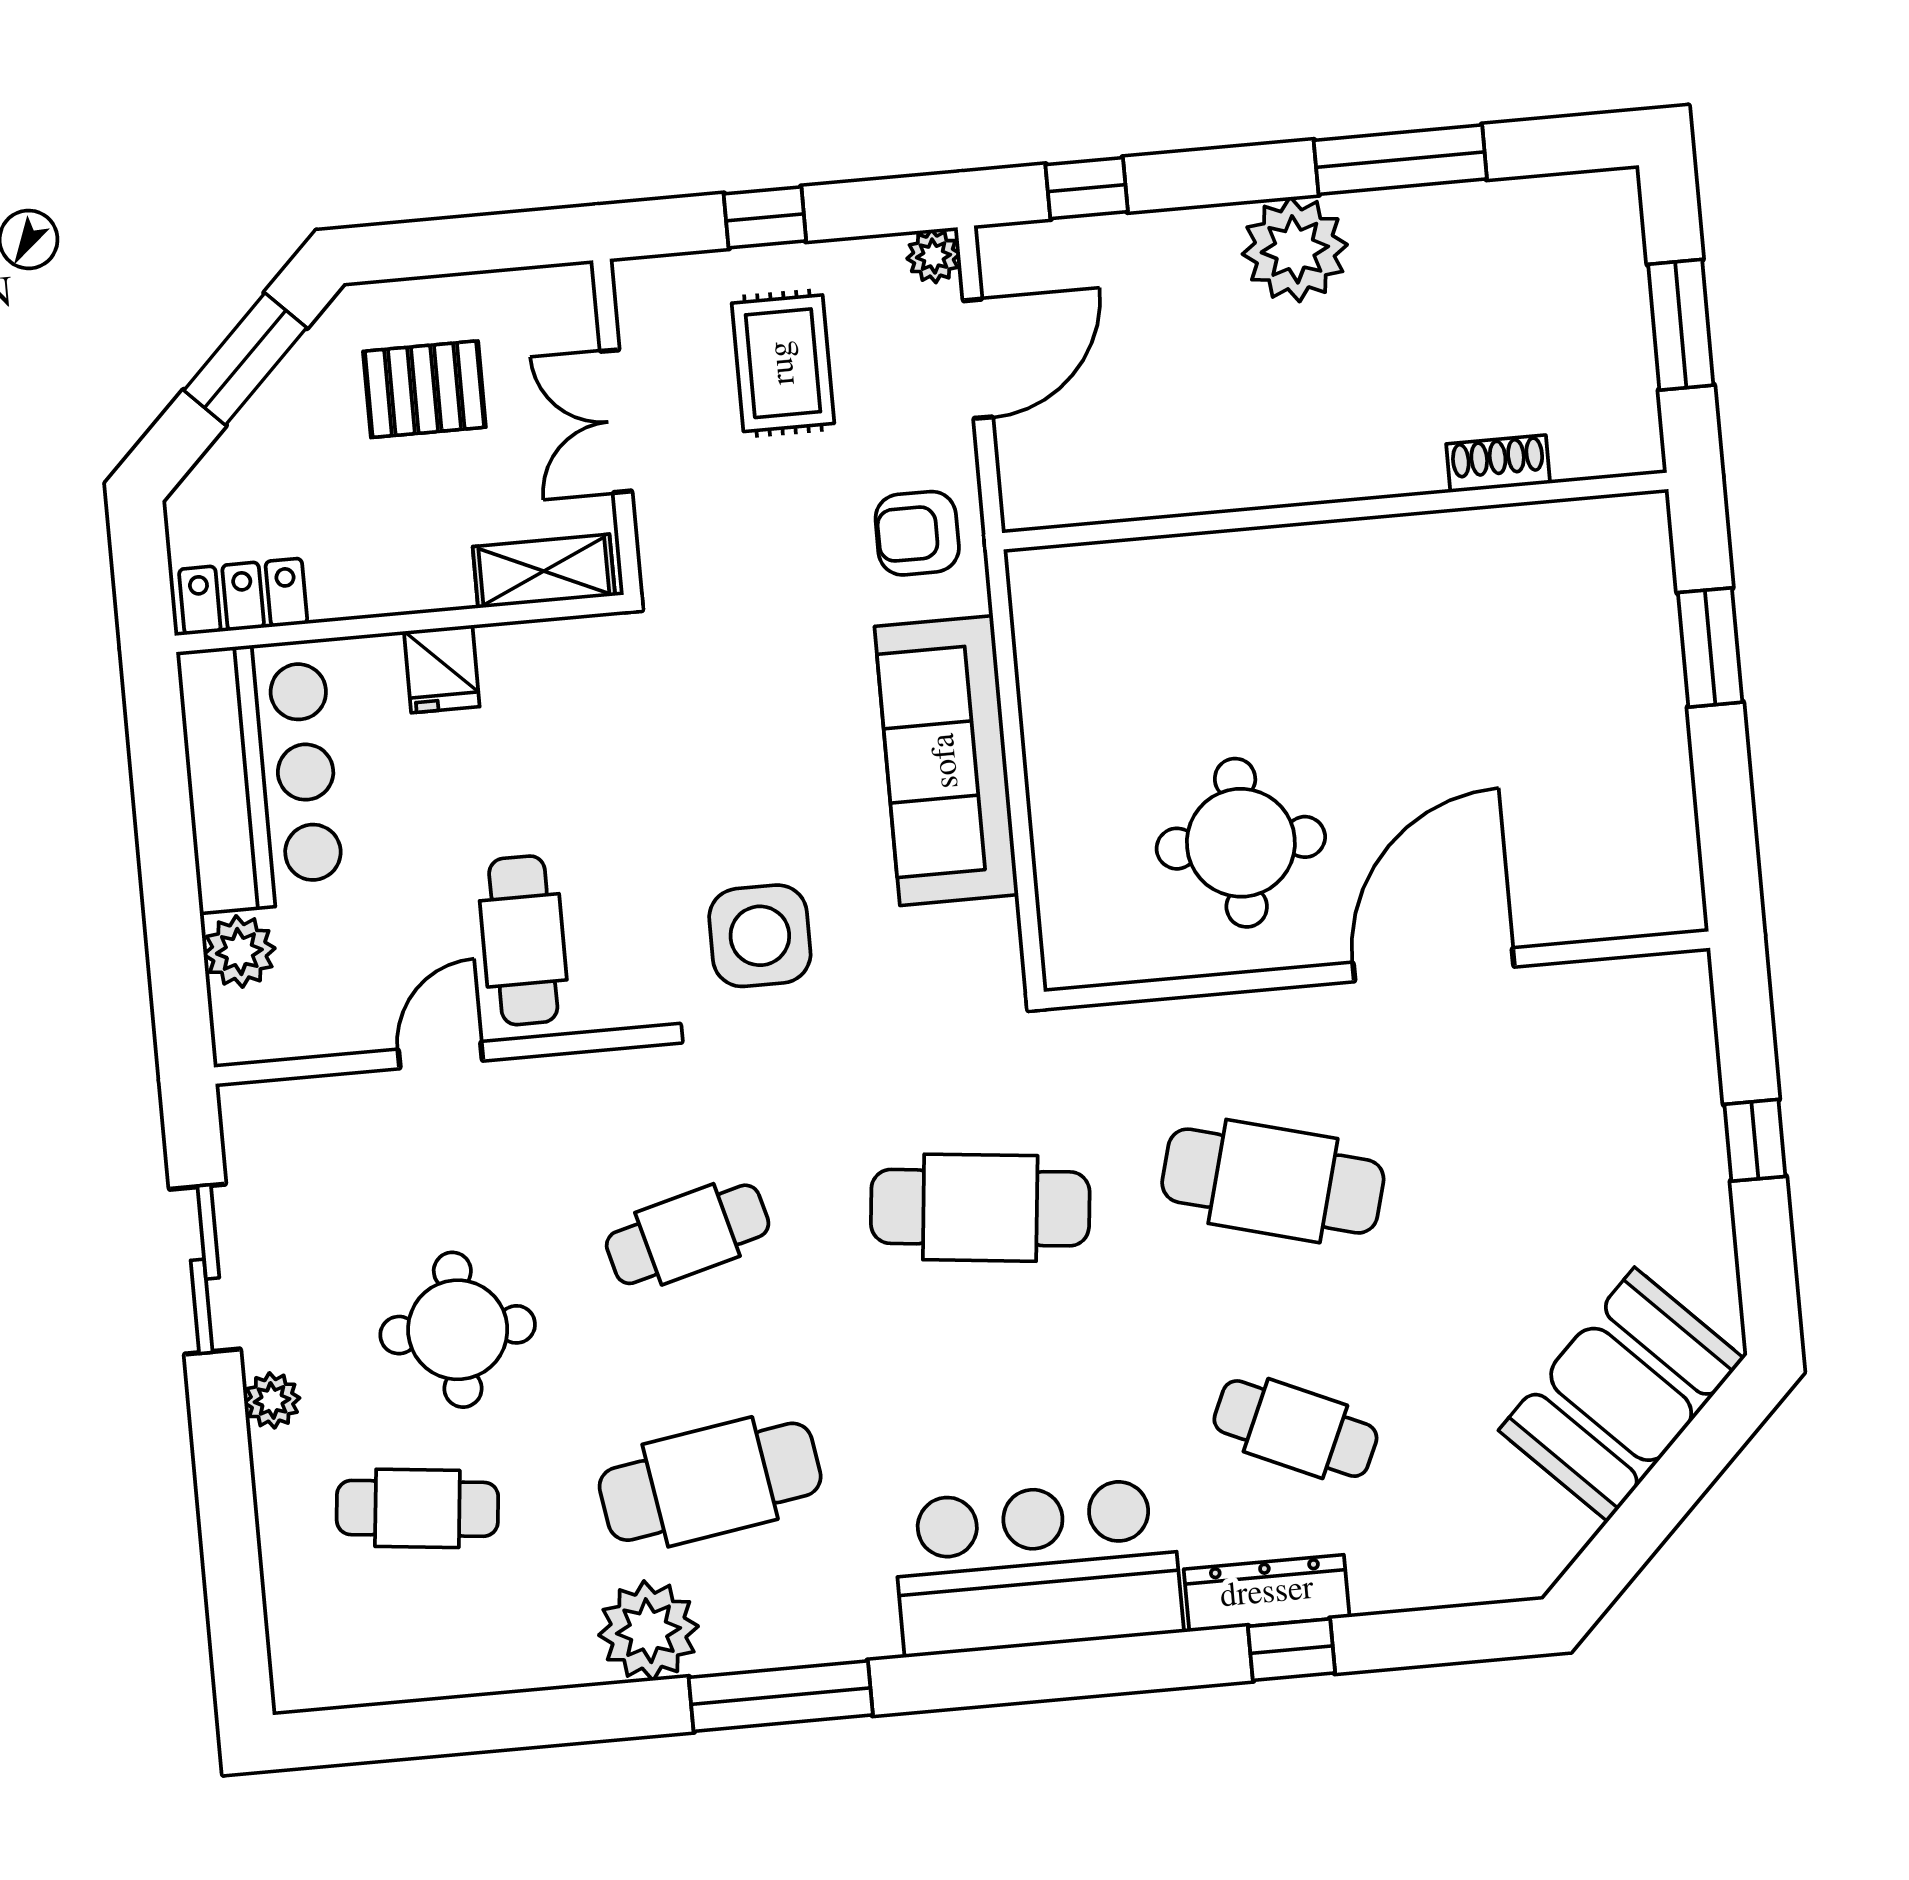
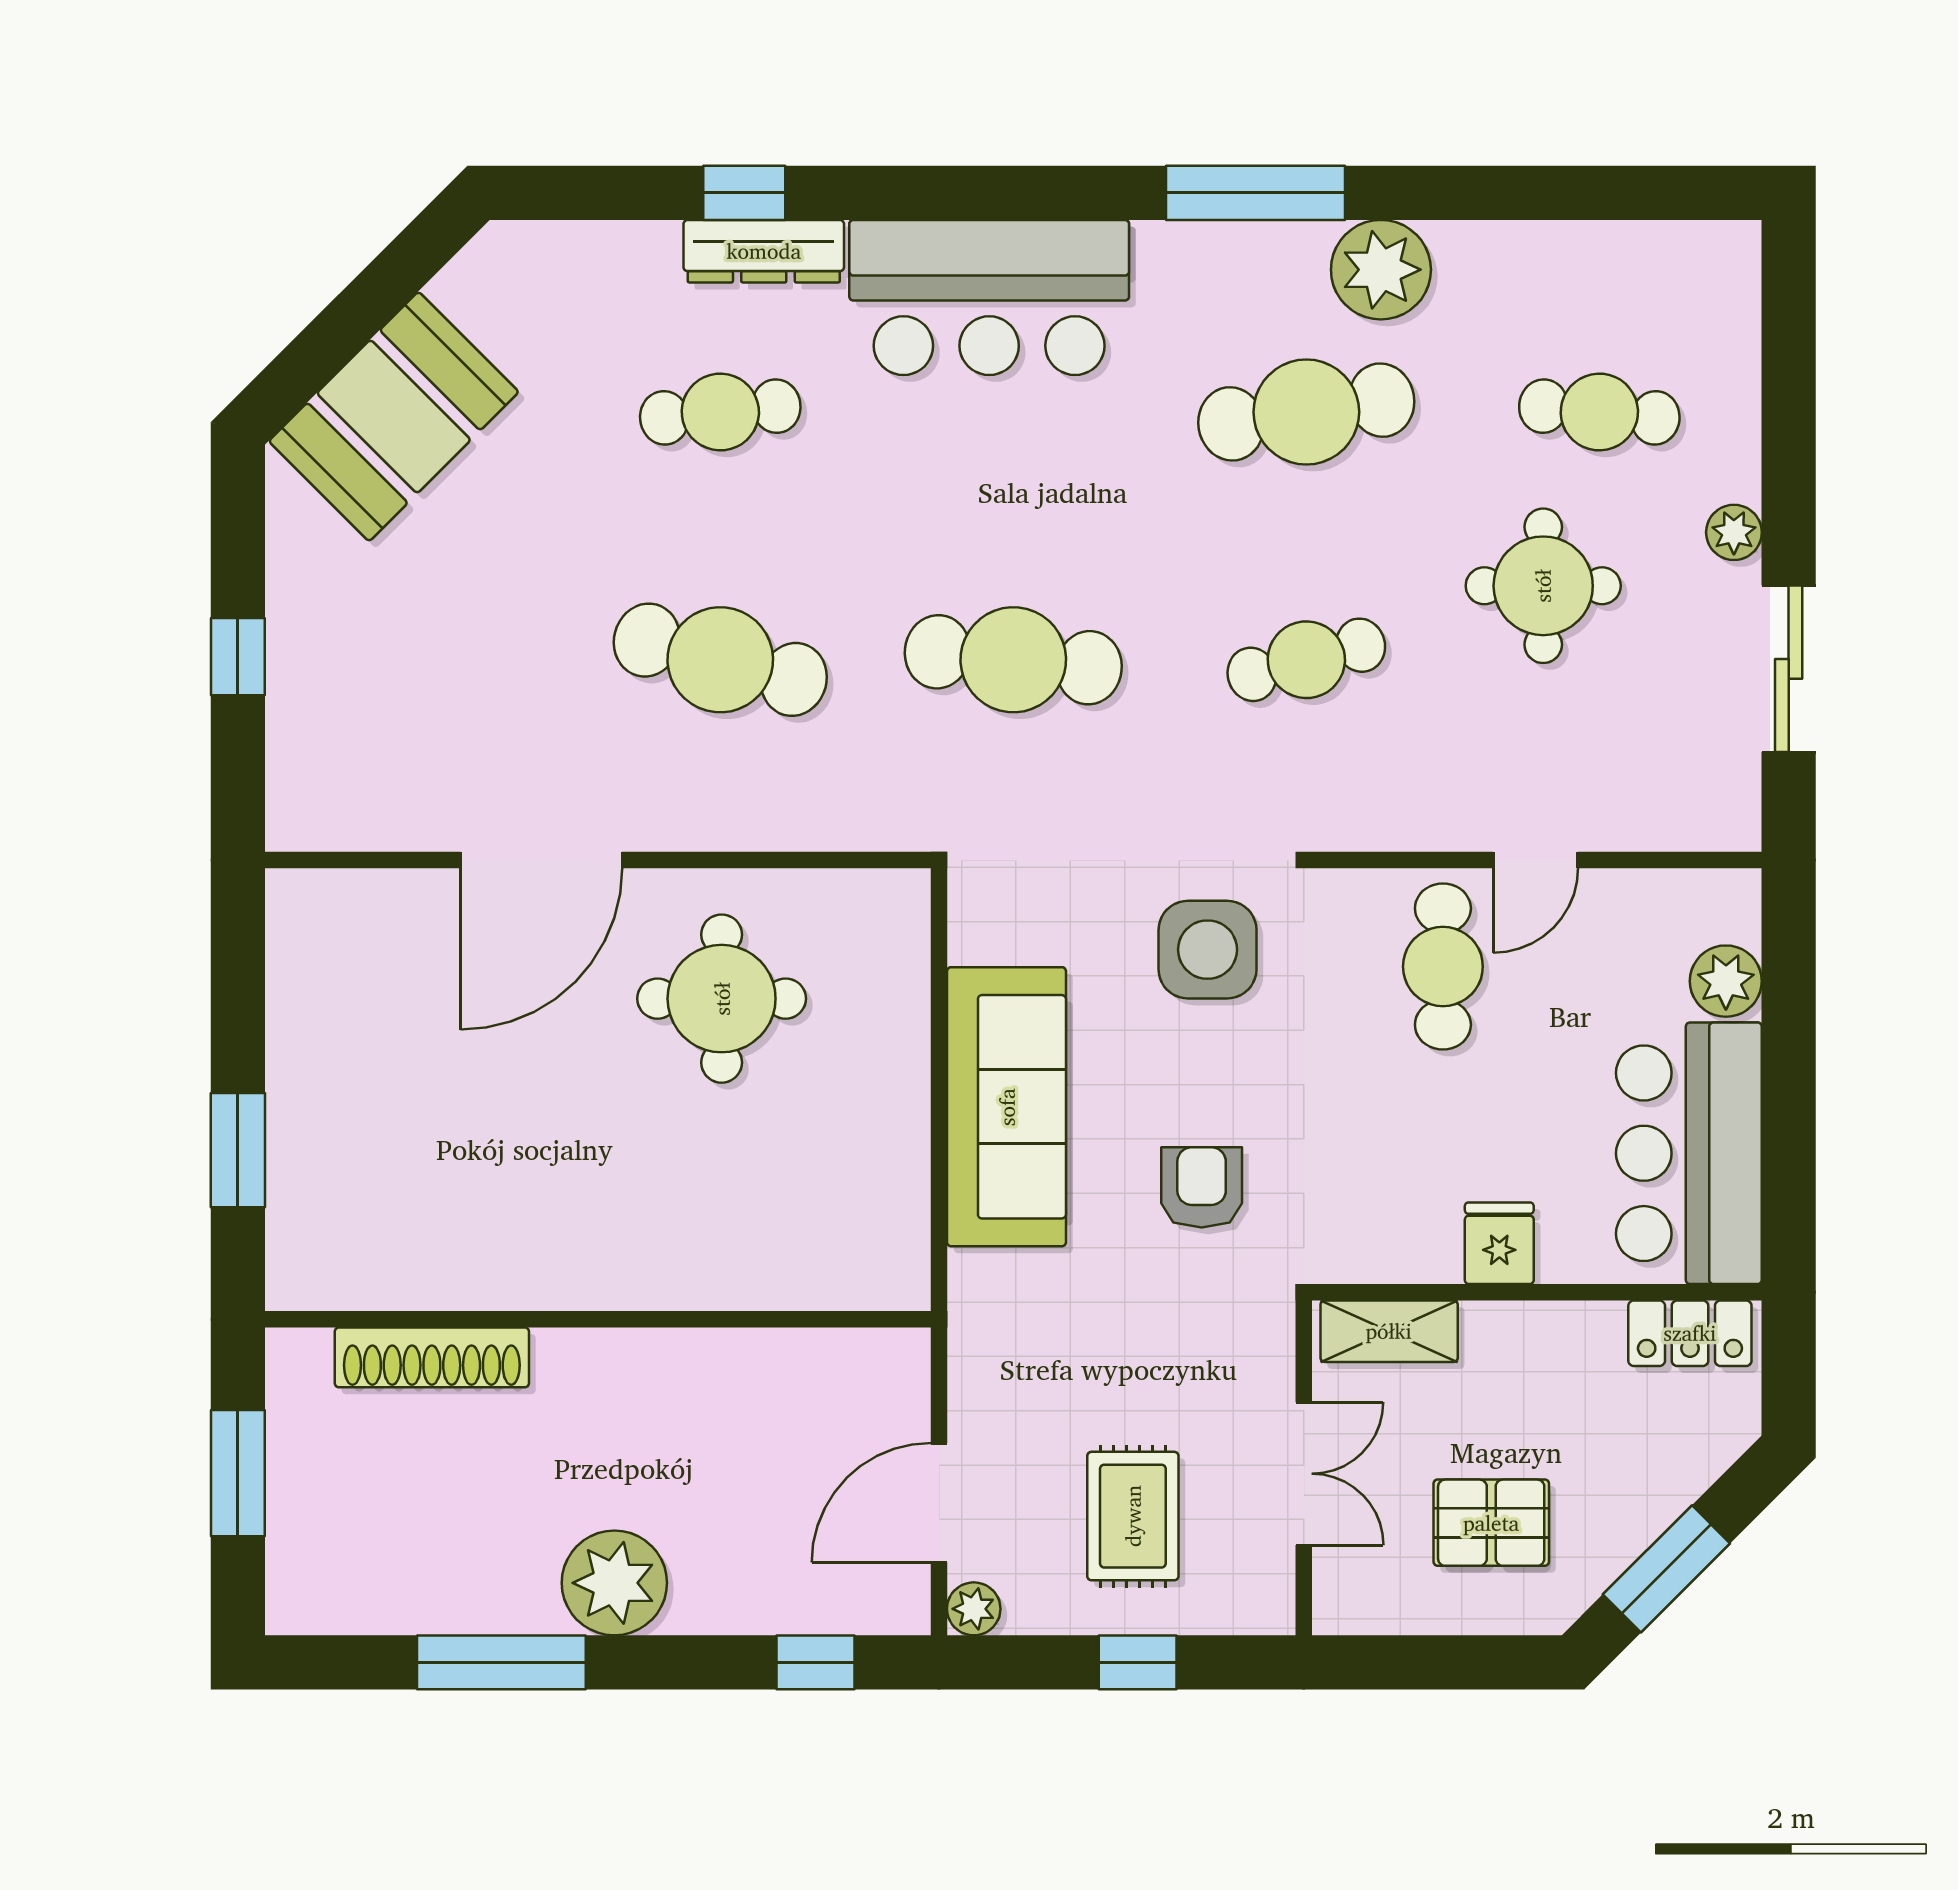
shoe rack: (1498, 464) -> (432, 1357), width x1.94, depth x1.24
armchair: (917, 533) -> (1202, 1187), moved, turned -90
cafe table: (1295, 1429) -> (720, 412), turned -30

